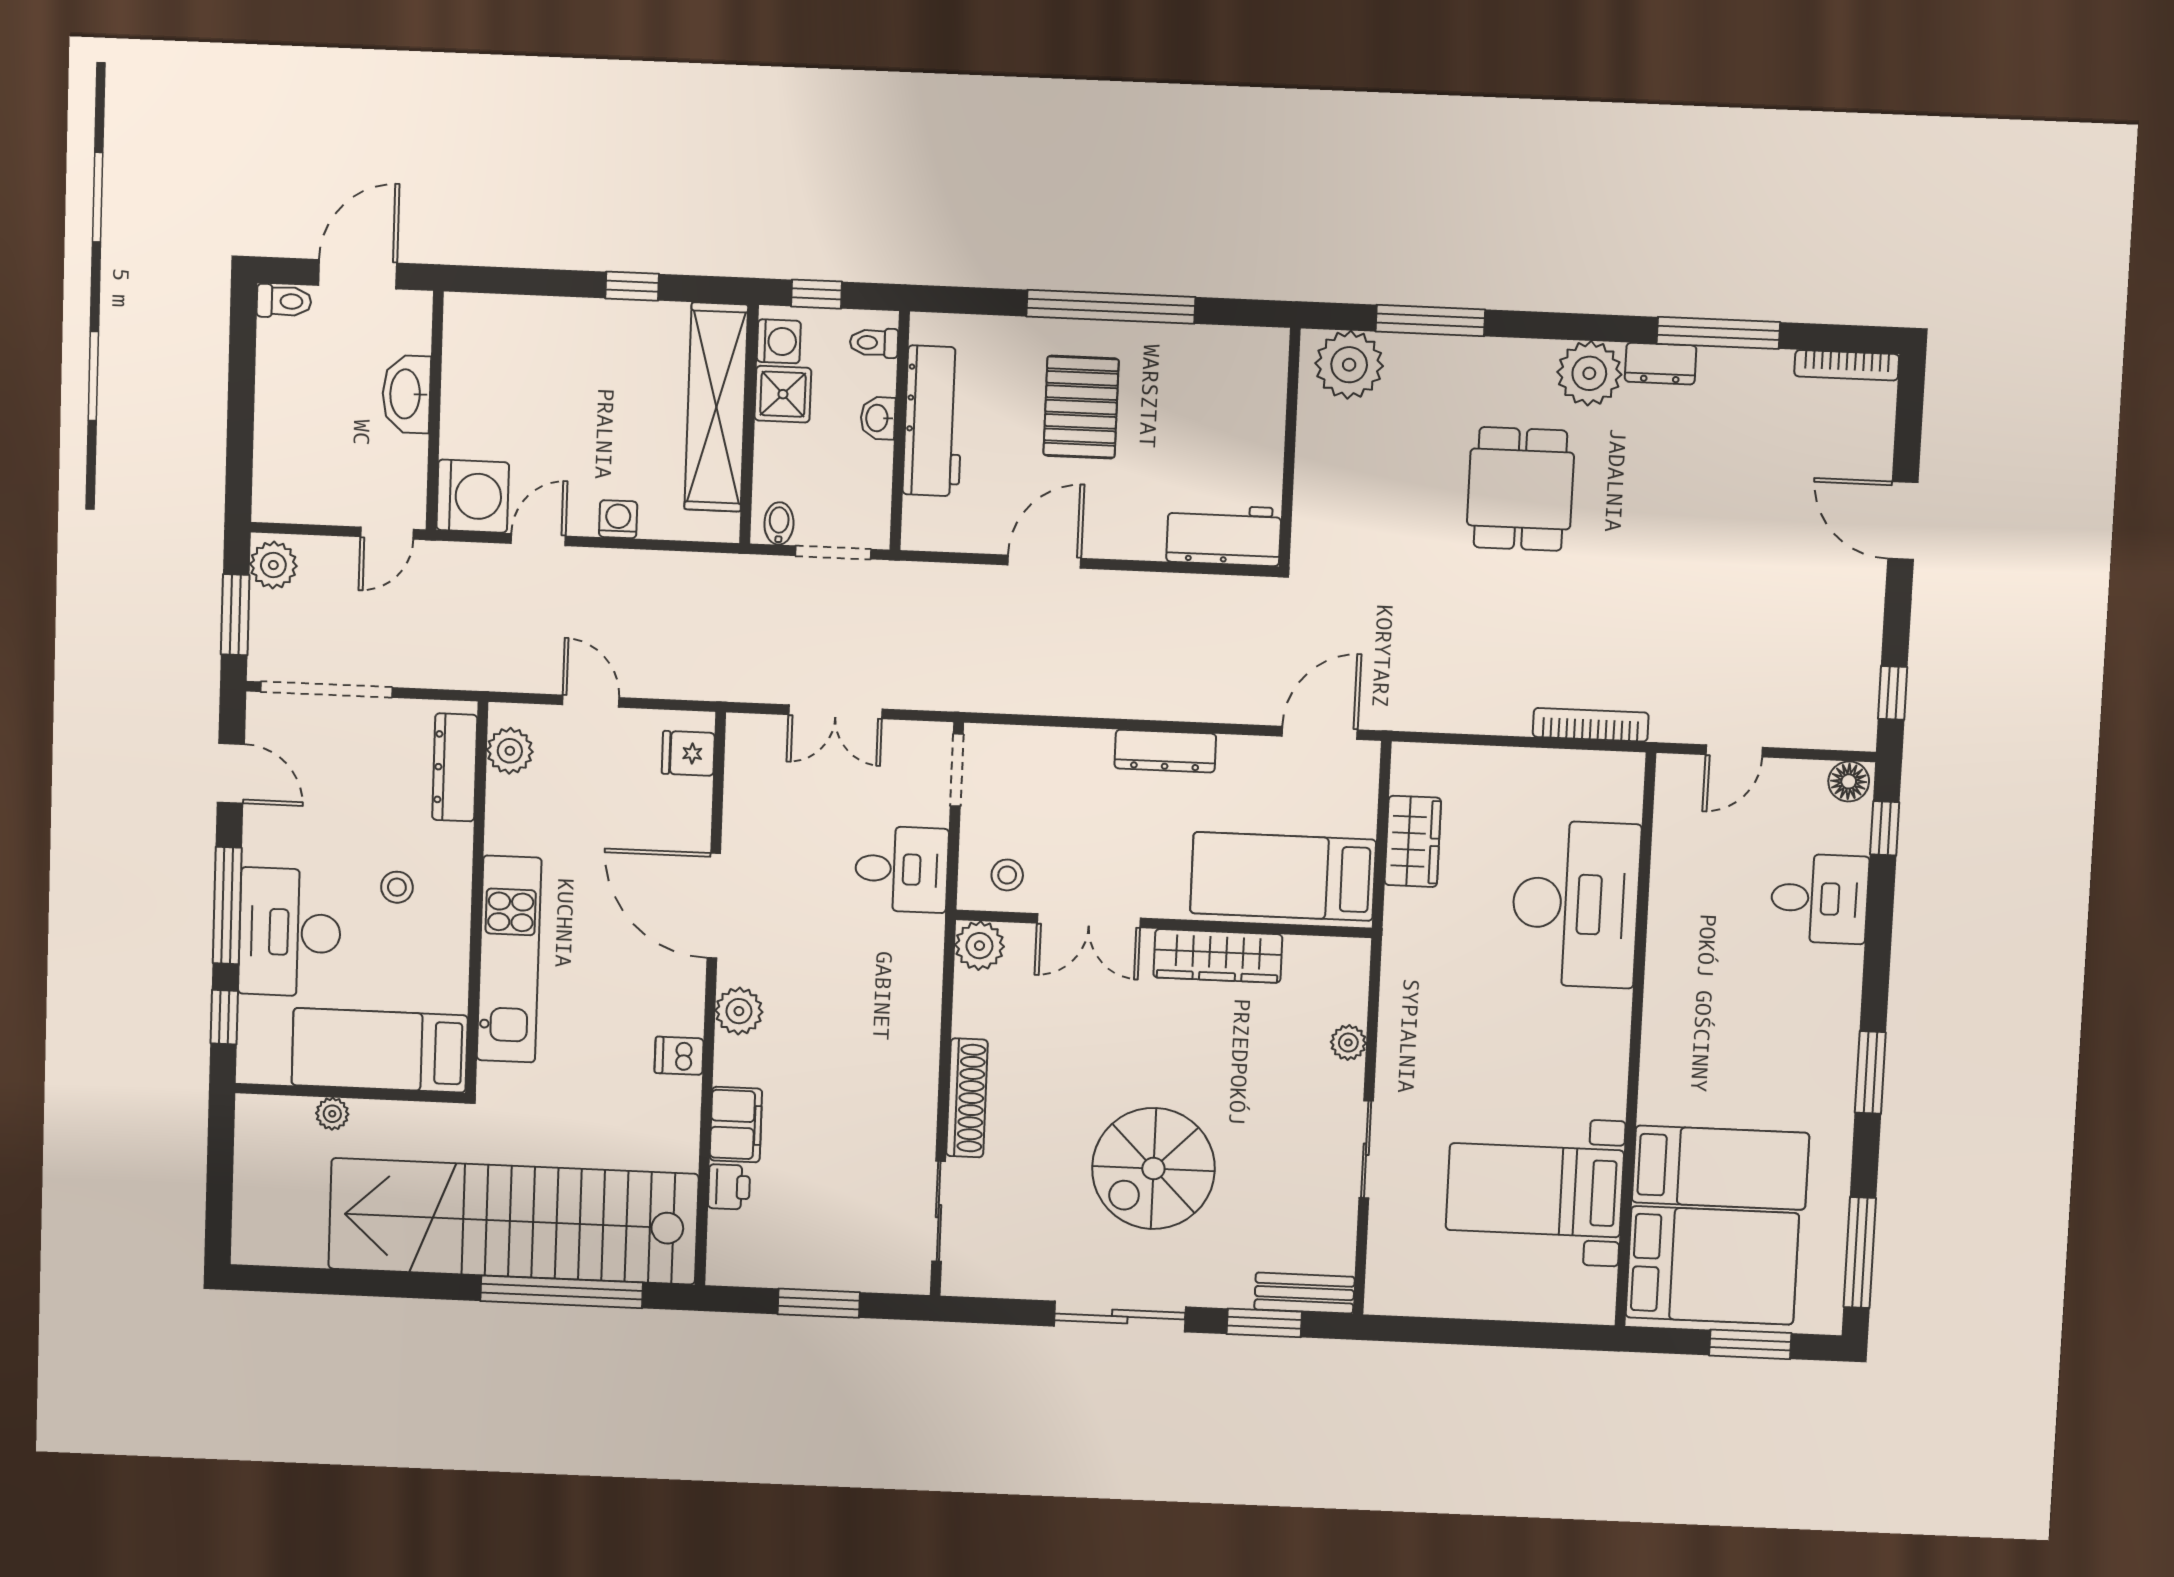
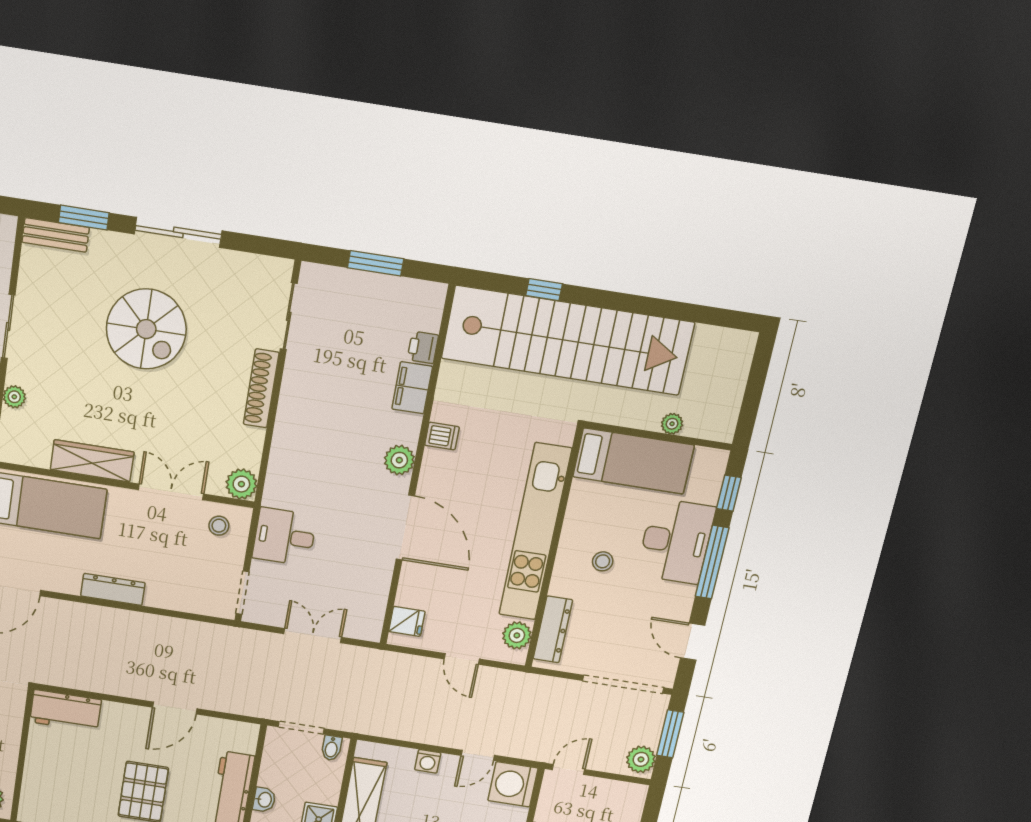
kitchen unit: (509, 959) -> (535, 532), width x1.36
spiral stairs: (1153, 1168) -> (146, 329), turned 90
window: (562, 1292) -> (544, 290), width x0.32

